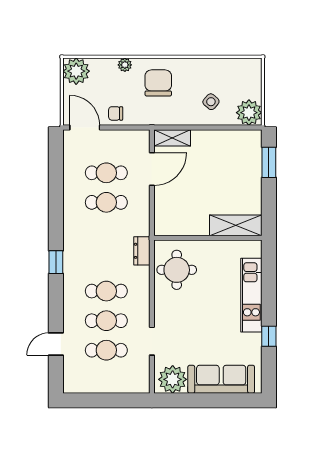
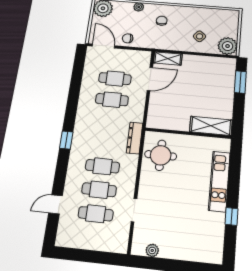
chair: (158, 83) -> (162, 21), width x0.54, depth x0.54
dresser: (142, 251) -> (135, 138), width x1.44
plant: (173, 379) -> (152, 250), width x0.53, depth x0.53
sofa: (221, 379) -> (188, 249), removed

